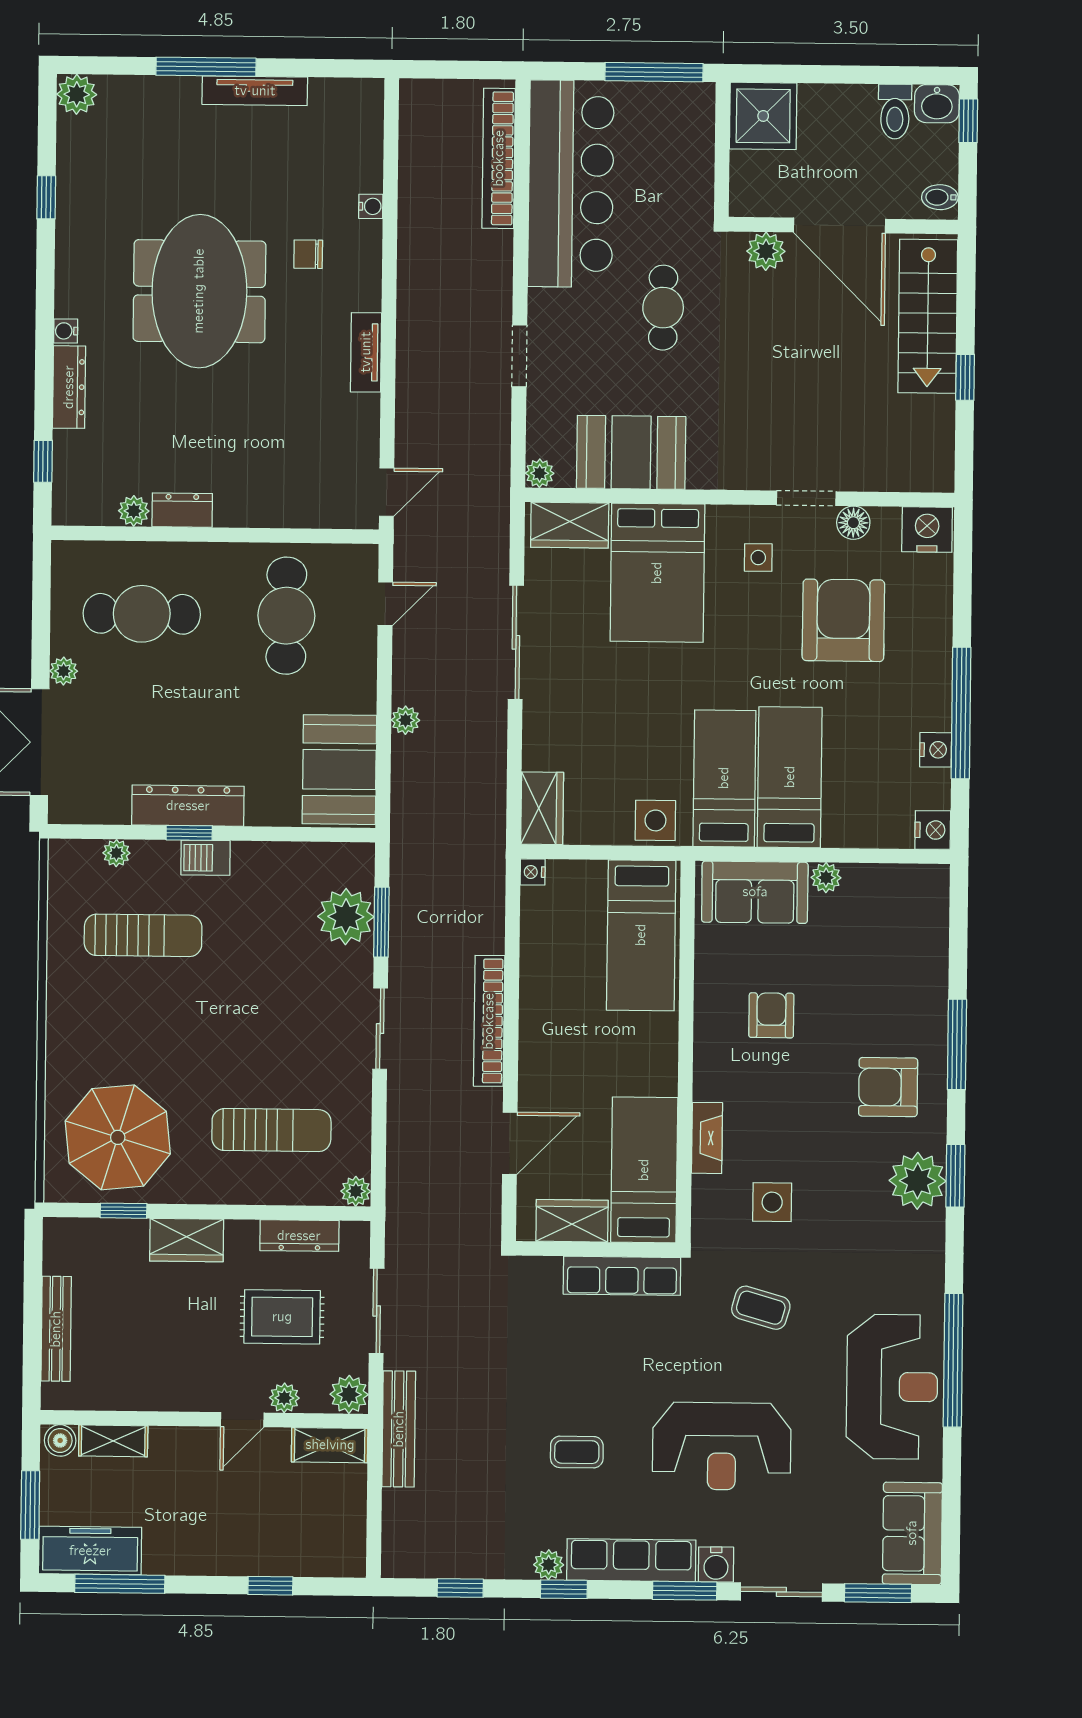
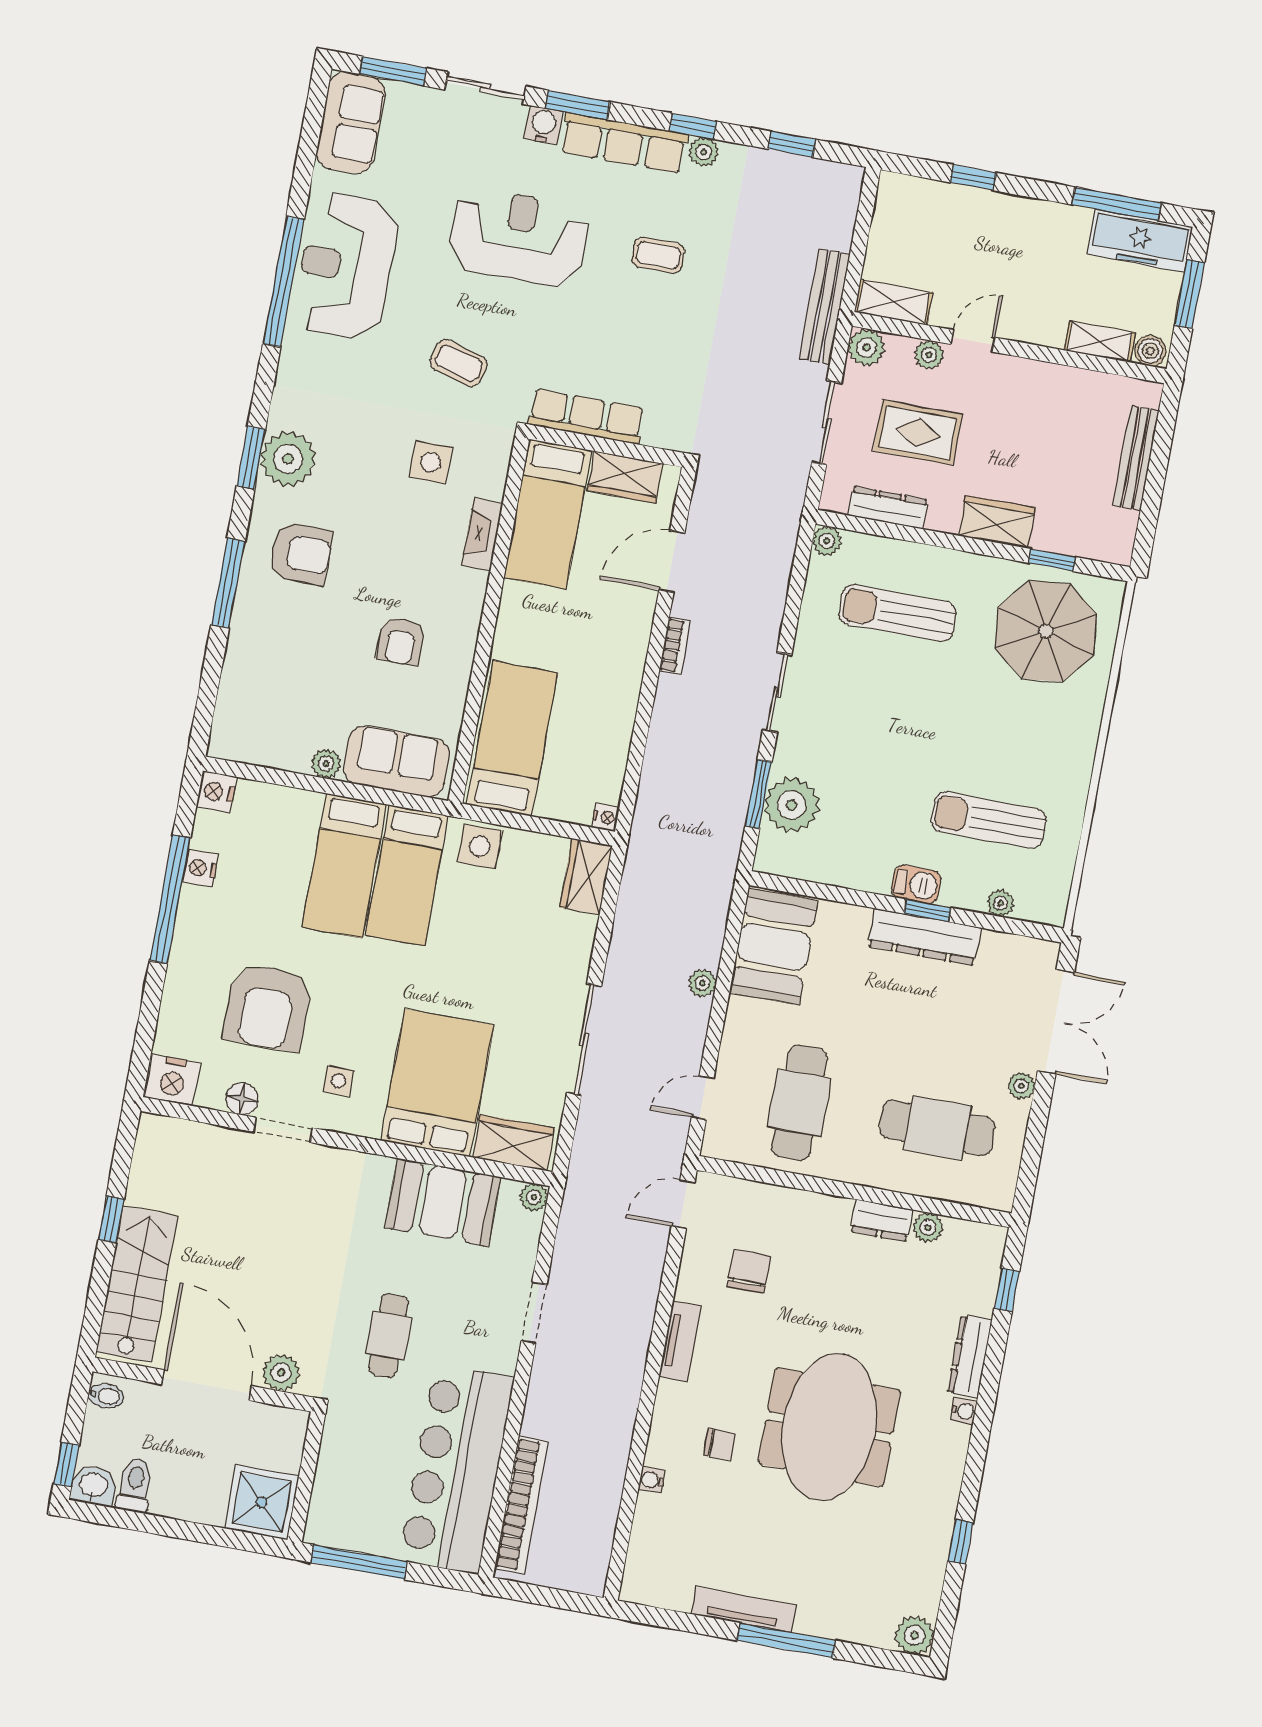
chair: (308, 436) -> (749, 1271), added
bookcase: (489, 1021) -> (675, 646), width x0.43, depth x0.76

